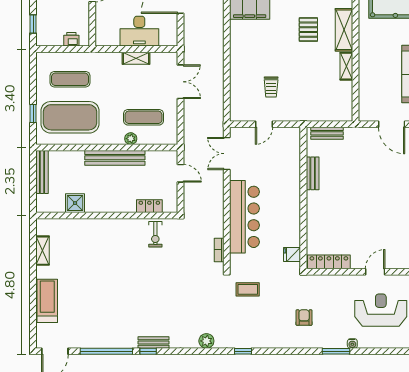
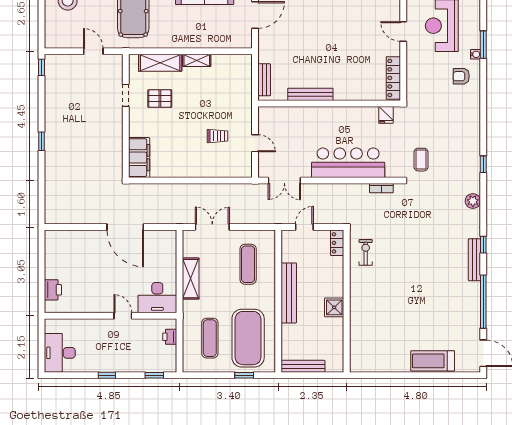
desk: (139, 31) -> (157, 298), moved, turned 90
shelving: (136, 58) -> (191, 279), width x1.50, depth x1.33
plant: (131, 139) -> (269, 277), removed
bench: (313, 173) -> (310, 94), width x1.36
shower: (75, 203) -> (334, 307), moved
locker: (149, 206) -> (337, 243), moved
exercise bike: (155, 234) -> (366, 252), turned -90
shelving: (42, 251) -> (382, 366), removed
armchair: (304, 318) -> (461, 76), moved
bench: (153, 343) -> (474, 260), width x1.36
window: (148, 351) -> (483, 245), moved
window: (336, 351) -> (483, 45), moved

